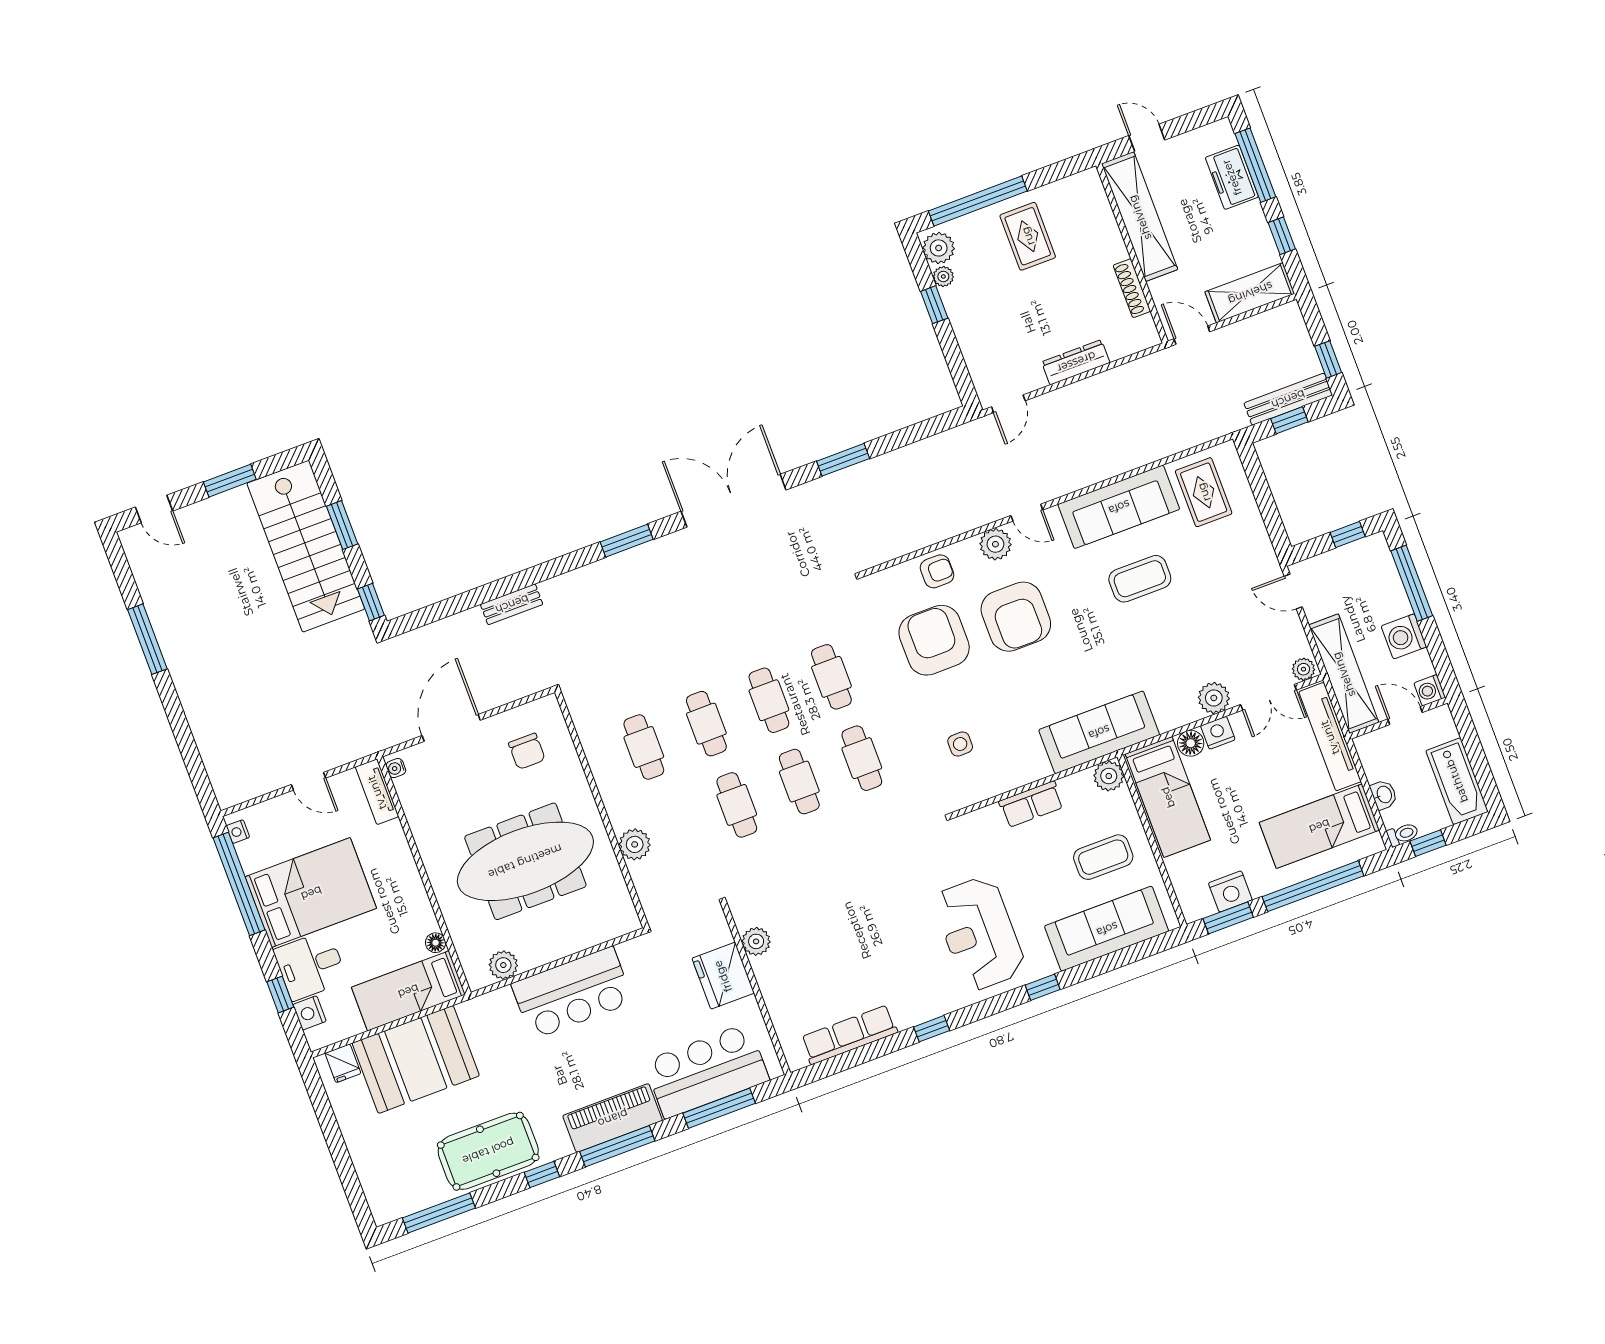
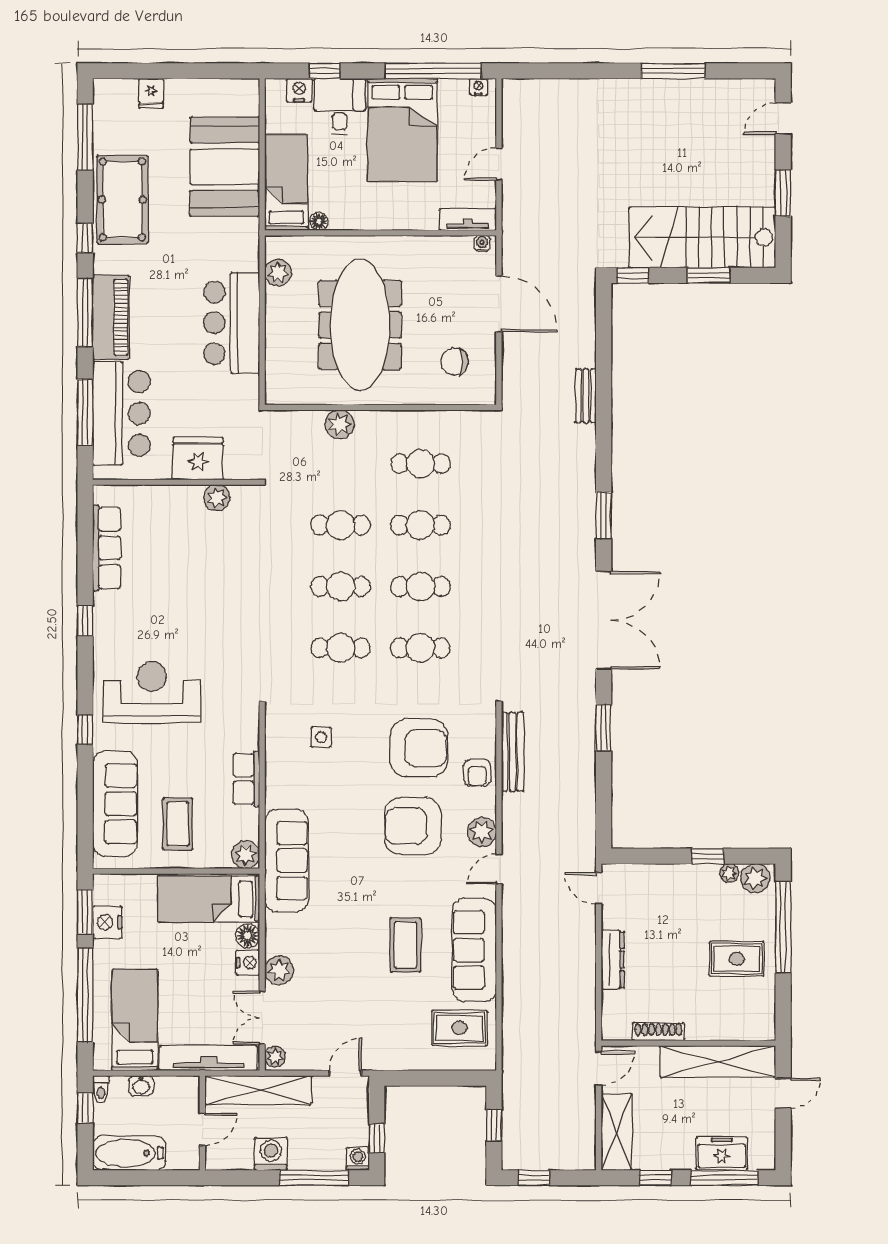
bench: (1288, 399) -> (512, 752), moved
washing machine: (1430, 690) -> (358, 1159), moved
fridge: (343, 1063) -> (151, 93), moved, turned -90

